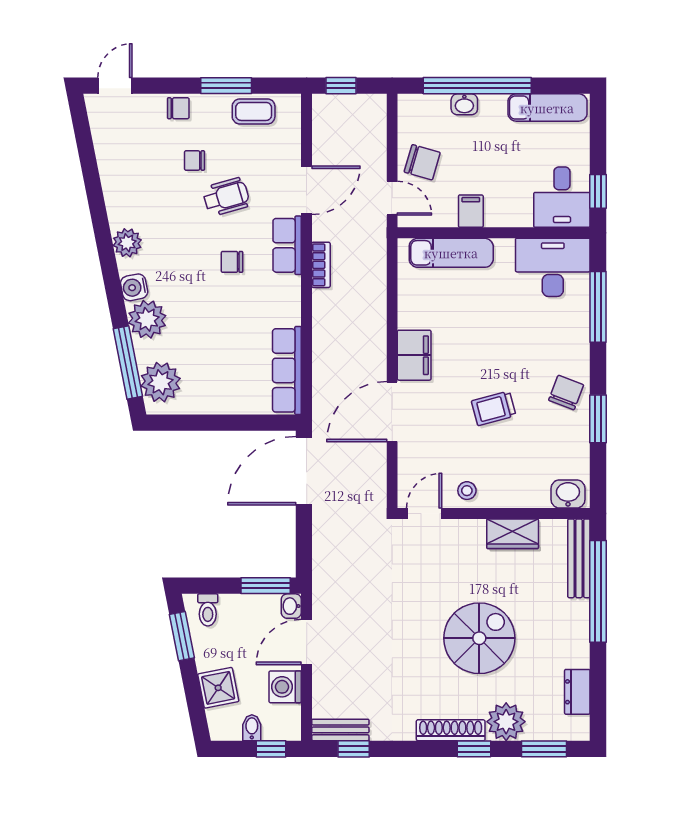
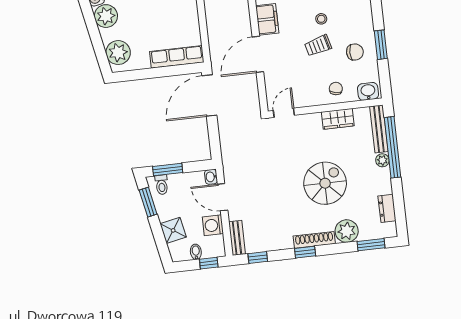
window: (128, 362) -> (97, 43), removed
row of seats: (287, 370) -> (177, 57), moved, turned 90
chair: (566, 393) -> (355, 52), moved, turned 69
chair: (515, 483) -> (336, 89), added
stool: (467, 491) -> (321, 19), moved
window: (266, 586) -> (168, 170), moved
plant: (579, 611) -> (382, 160), added
door: (307, 642) -> (223, 197), hinge flipped
bench: (340, 730) -> (237, 238), moved, turned 90
window: (474, 749) -> (305, 252), moved

